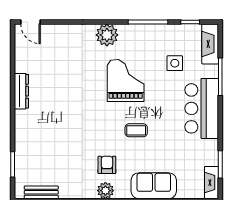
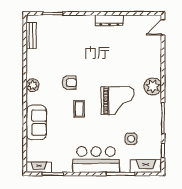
armchair: (107, 165) -> (69, 83), moved

